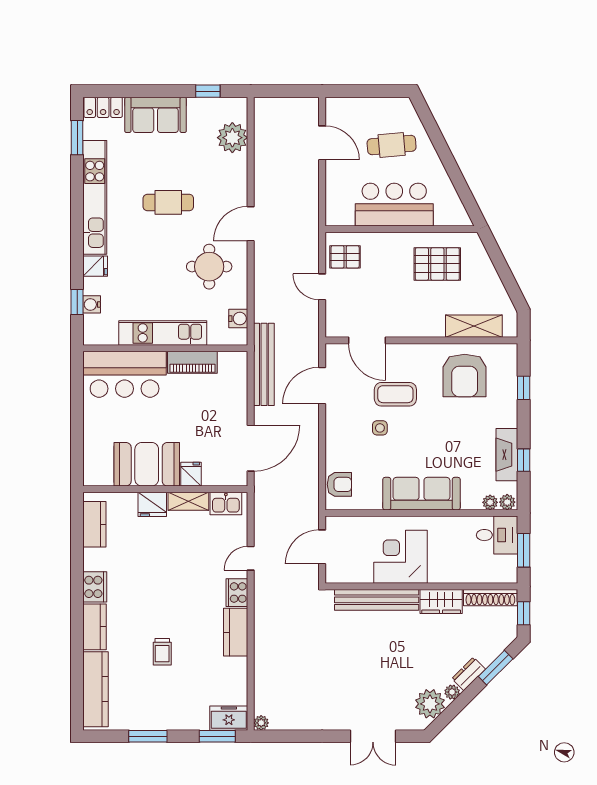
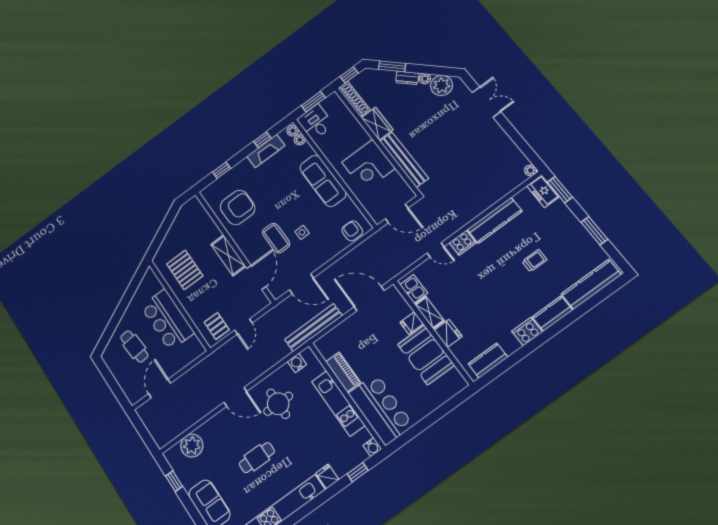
cafe table: (168, 202) -> (257, 458), turned 90
water cooler: (92, 304) -> (372, 447), moved
shelving: (474, 326) -> (228, 255), moved
kitchen counter: (236, 632) -> (495, 220), width x1.50

